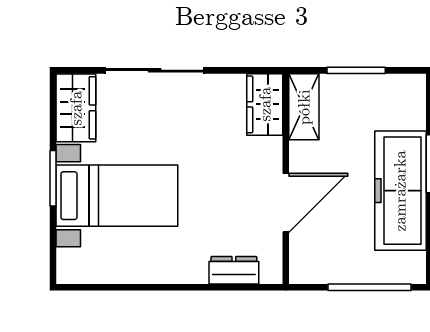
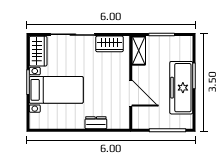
wardrobe: (265, 104) -> (110, 44), moved, turned -90
door: (286, 203) -> (131, 93), hinge flipped
dresser: (234, 270) -> (96, 123), moved

